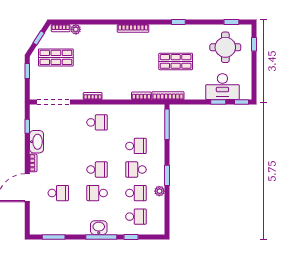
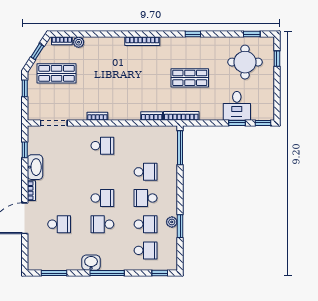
desk: (222, 87) -> (237, 106), width x0.73
doorway: (53, 102) -> (54, 123), width x0.73
window: (167, 175) -> (180, 226), moved
washbasin: (99, 228) -> (91, 263), moved
window: (131, 237) -> (160, 273), moved

